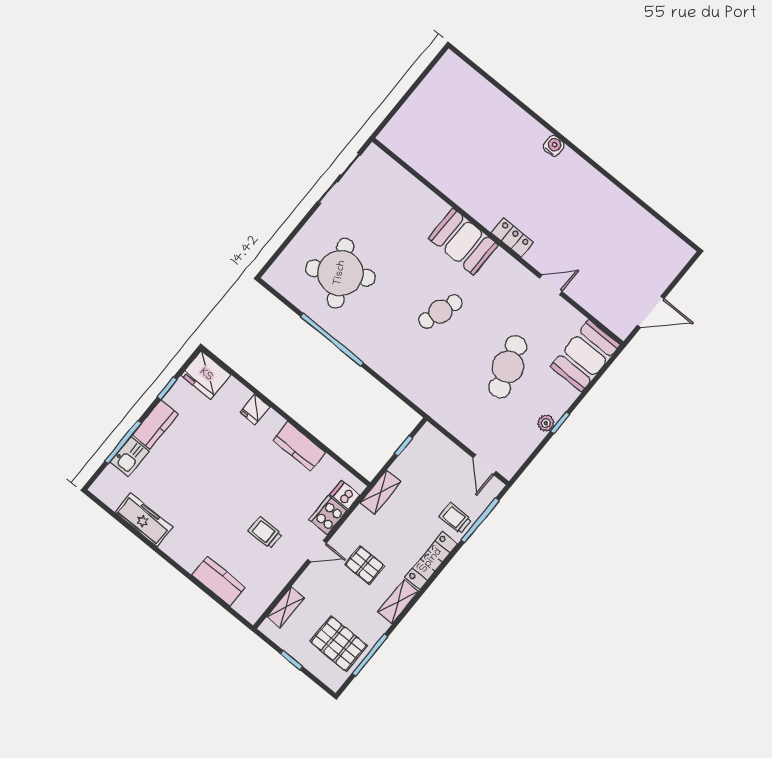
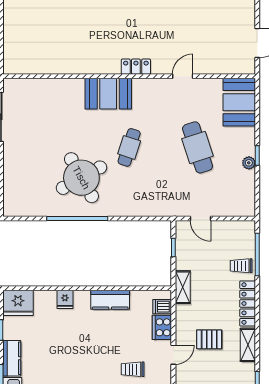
round table: (340, 273) -> (81, 178), moved
door: (485, 465) -> (201, 219), moved

